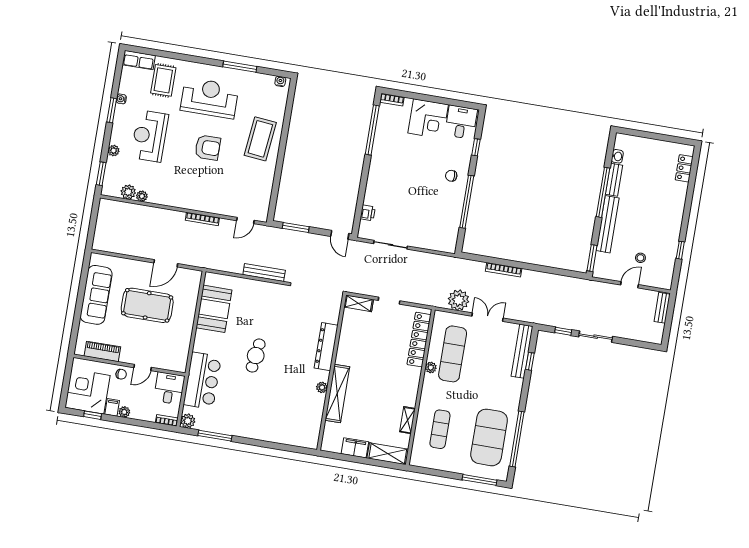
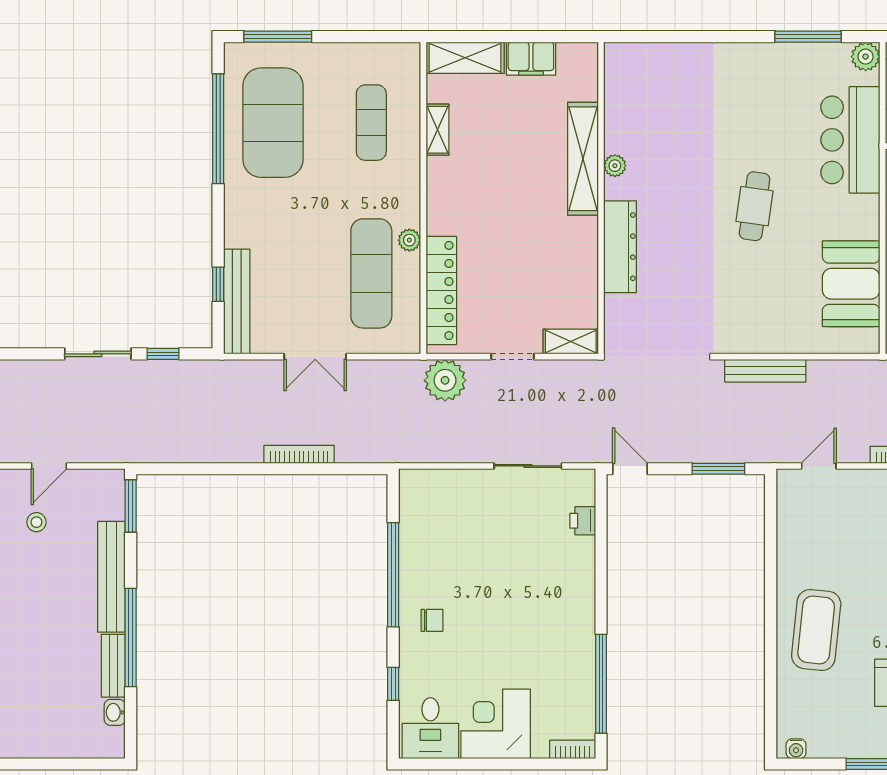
plant: (459, 300) -> (445, 380), moved

